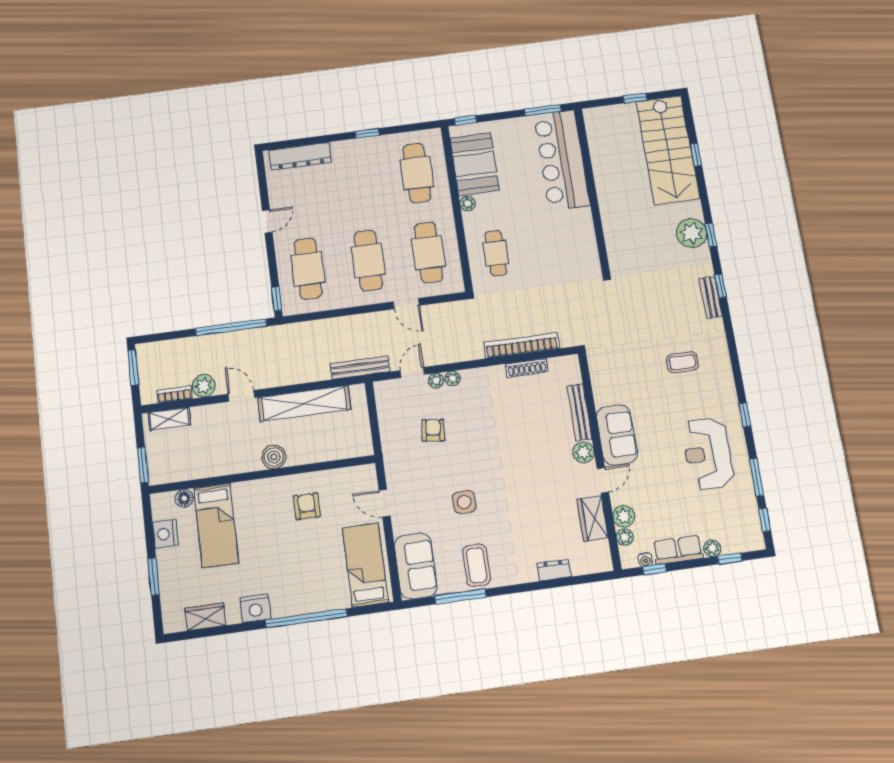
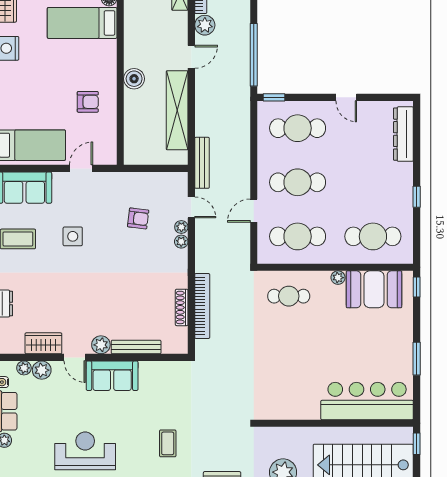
bar counter: (562, 160) -> (367, 401), moved
wall: (592, 190) -> (335, 423), moved

